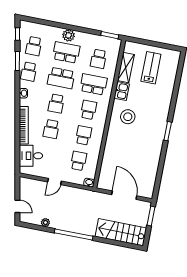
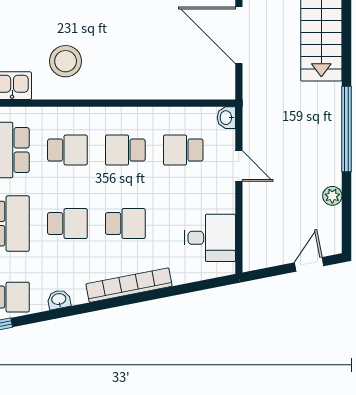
school desk: (89, 110) -> (67, 150), turned 180
desk: (31, 156) -> (210, 238), moved, turned -79
door: (54, 181) -> (239, 166), moved
door: (124, 195) -> (239, 35), hinge flipped

